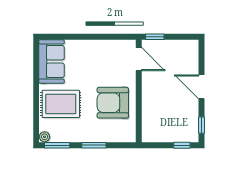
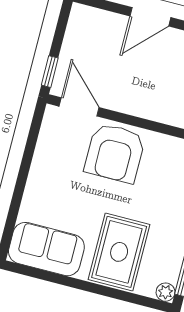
door: (139, 59) -> (79, 107), hinge flipped
armchair: (113, 103) -> (115, 153), moved

